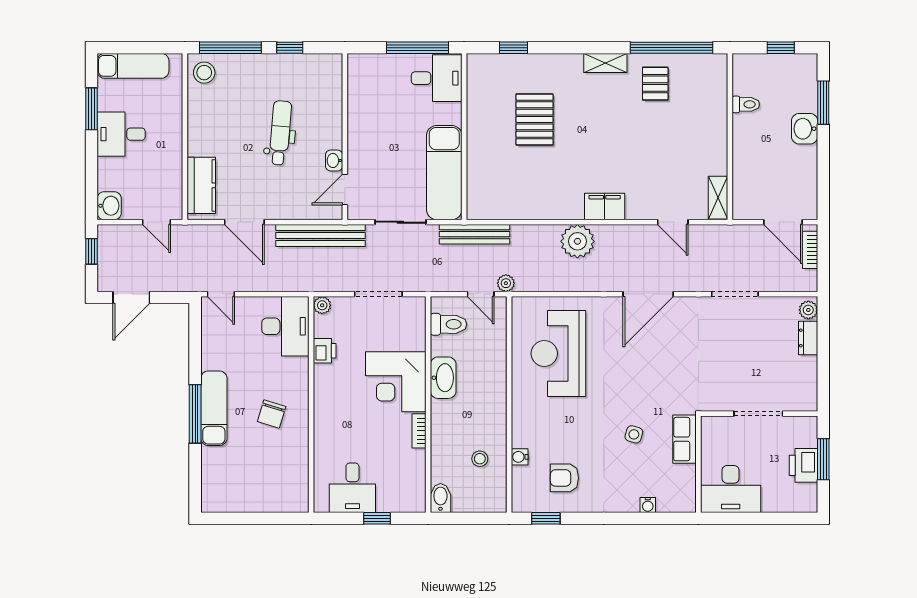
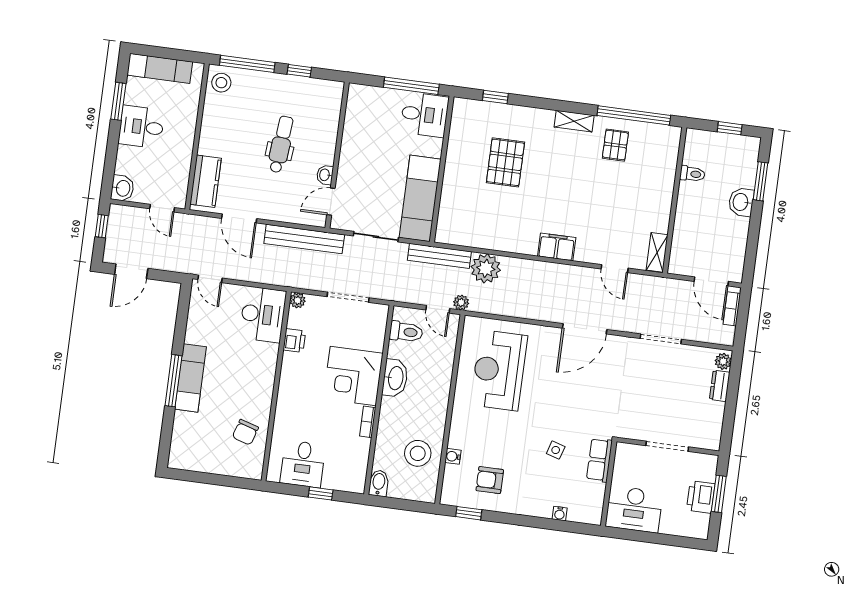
plant: (577, 241) -> (486, 268), moved
chair: (272, 414) -> (245, 432), moved
stool: (480, 459) -> (418, 453), width x1.89, depth x1.89

